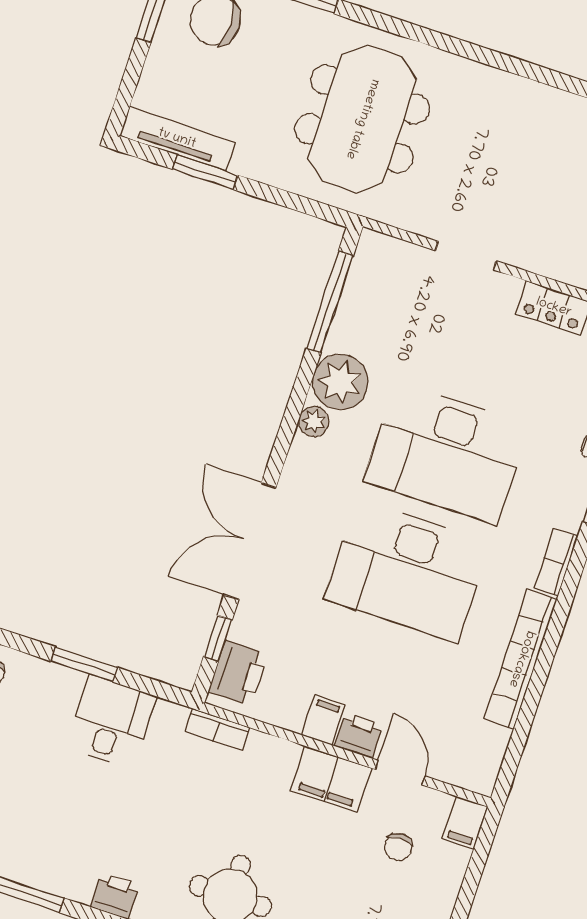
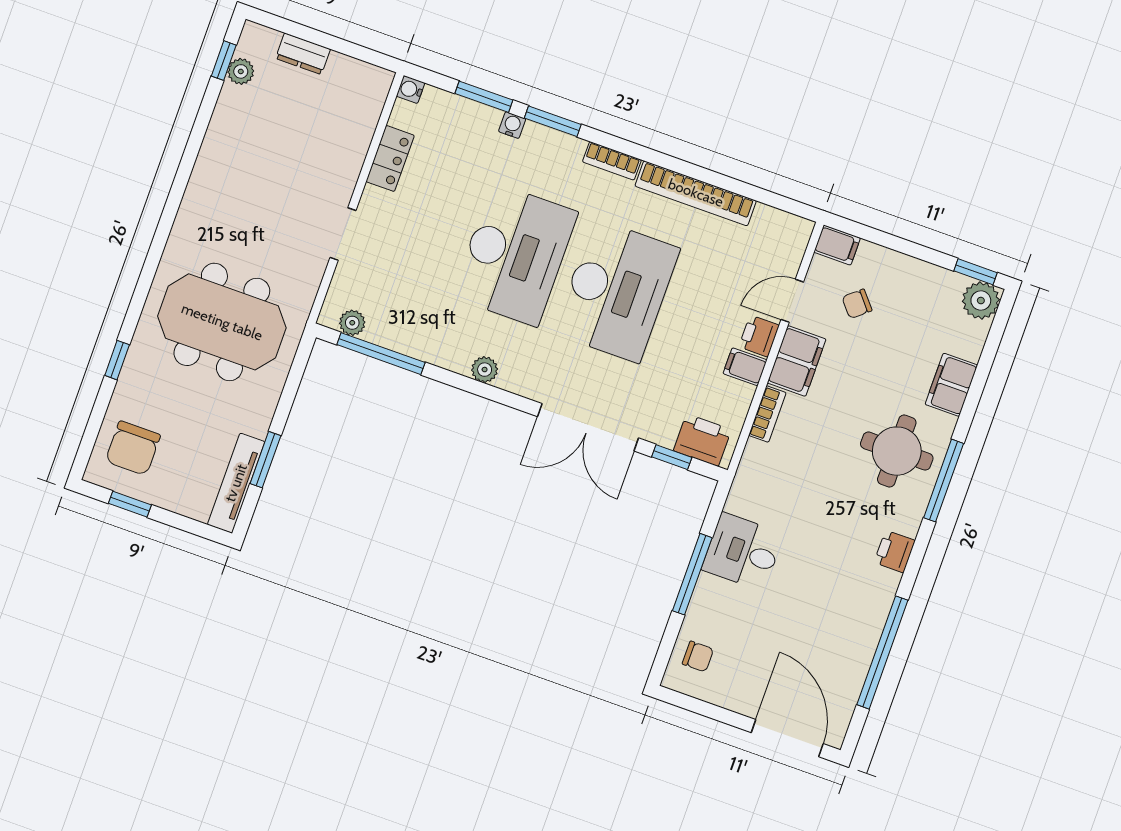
plant: (340, 382) -> (352, 323), moved, width x0.53, depth x0.53
window: (84, 664) -> (692, 574), width x1.44
bookcase: (218, 729) -> (767, 414), moved
chair: (398, 847) -> (857, 304), turned 140

